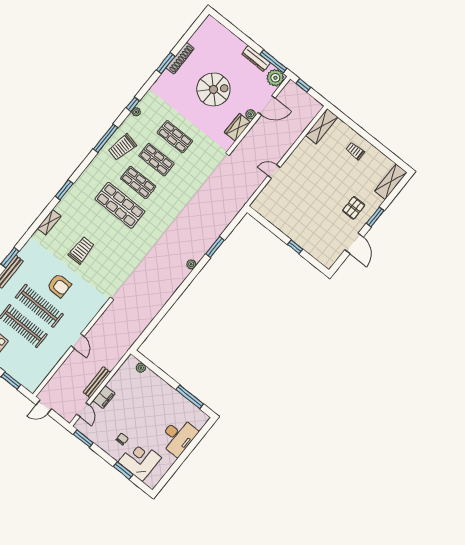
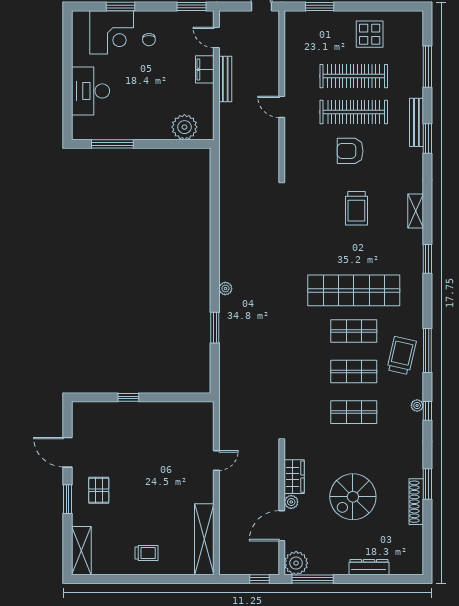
dresser: (256, 58) -> (369, 567), moved
shelving: (322, 126) -> (204, 539), width x1.47
shop shelf: (120, 205) -> (354, 290), width x1.40
plant: (141, 368) -> (184, 127), width x1.87, depth x1.87

